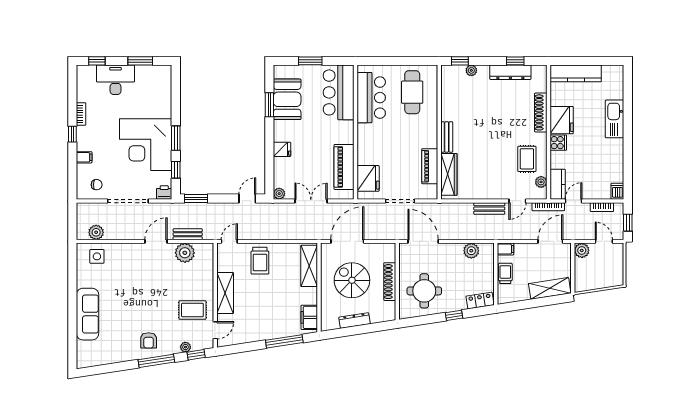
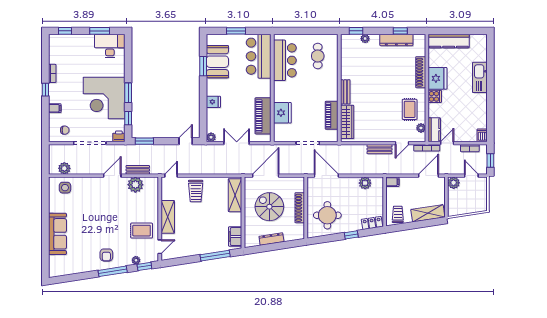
desk: (116, 80) -> (110, 46), moved
cafe table: (412, 92) -> (318, 56), width x0.73, depth x0.74
fridge: (368, 178) -> (282, 113), moved
trolley: (505, 273) -> (398, 214), moved

